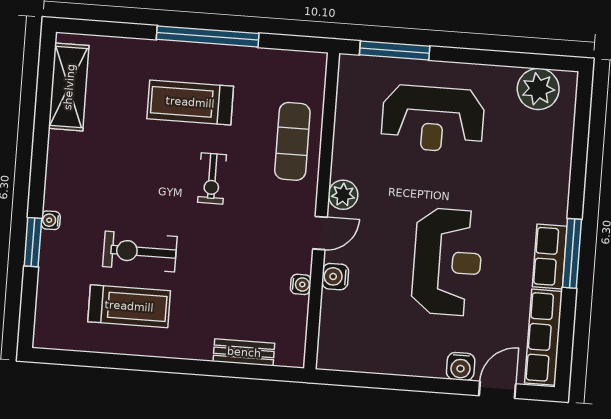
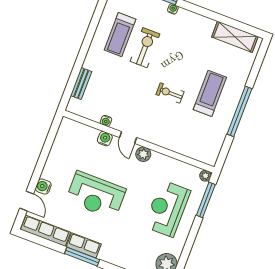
plant: (349, 65) -> (205, 176), added
exercise mat: (292, 141) -> (176, 137), removed

